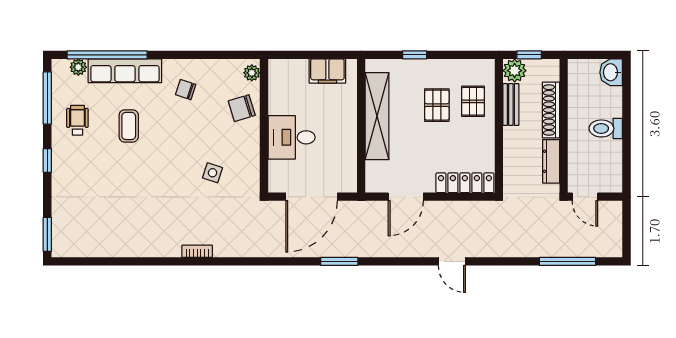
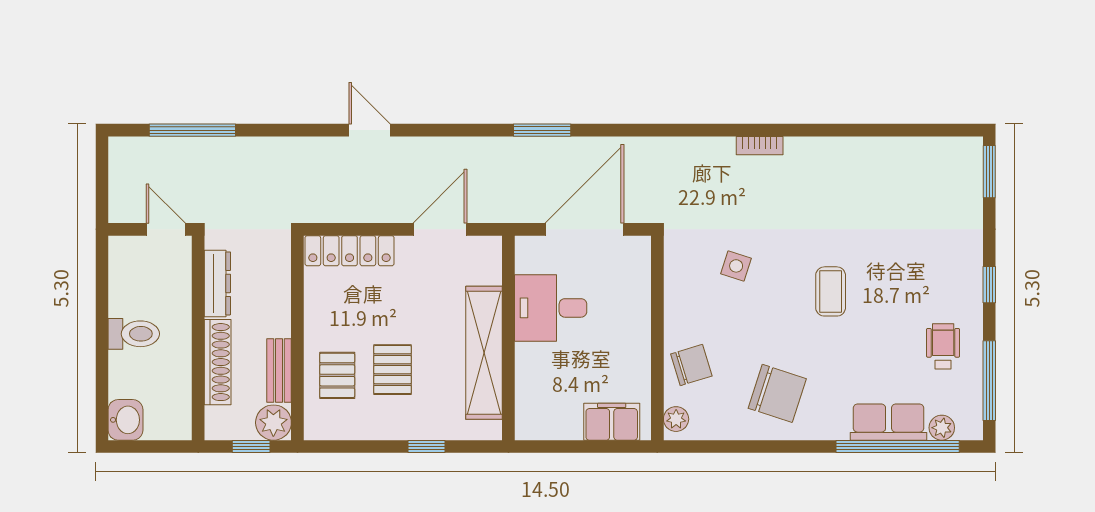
row of seats: (125, 71) -> (889, 422), width x0.68
filing cabinet: (327, 71) -> (612, 422), moved
chair: (186, 90) -> (777, 393), width x1.87, depth x1.87
wheelchair: (77, 120) -> (943, 346), turned 180
coffee table: (129, 126) -> (831, 291), moved
desk: (292, 137) -> (551, 308), moved, turned 180

